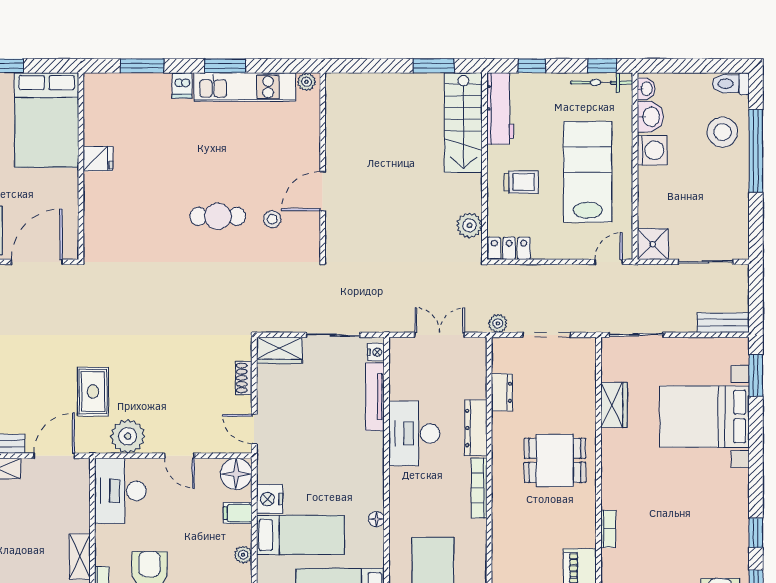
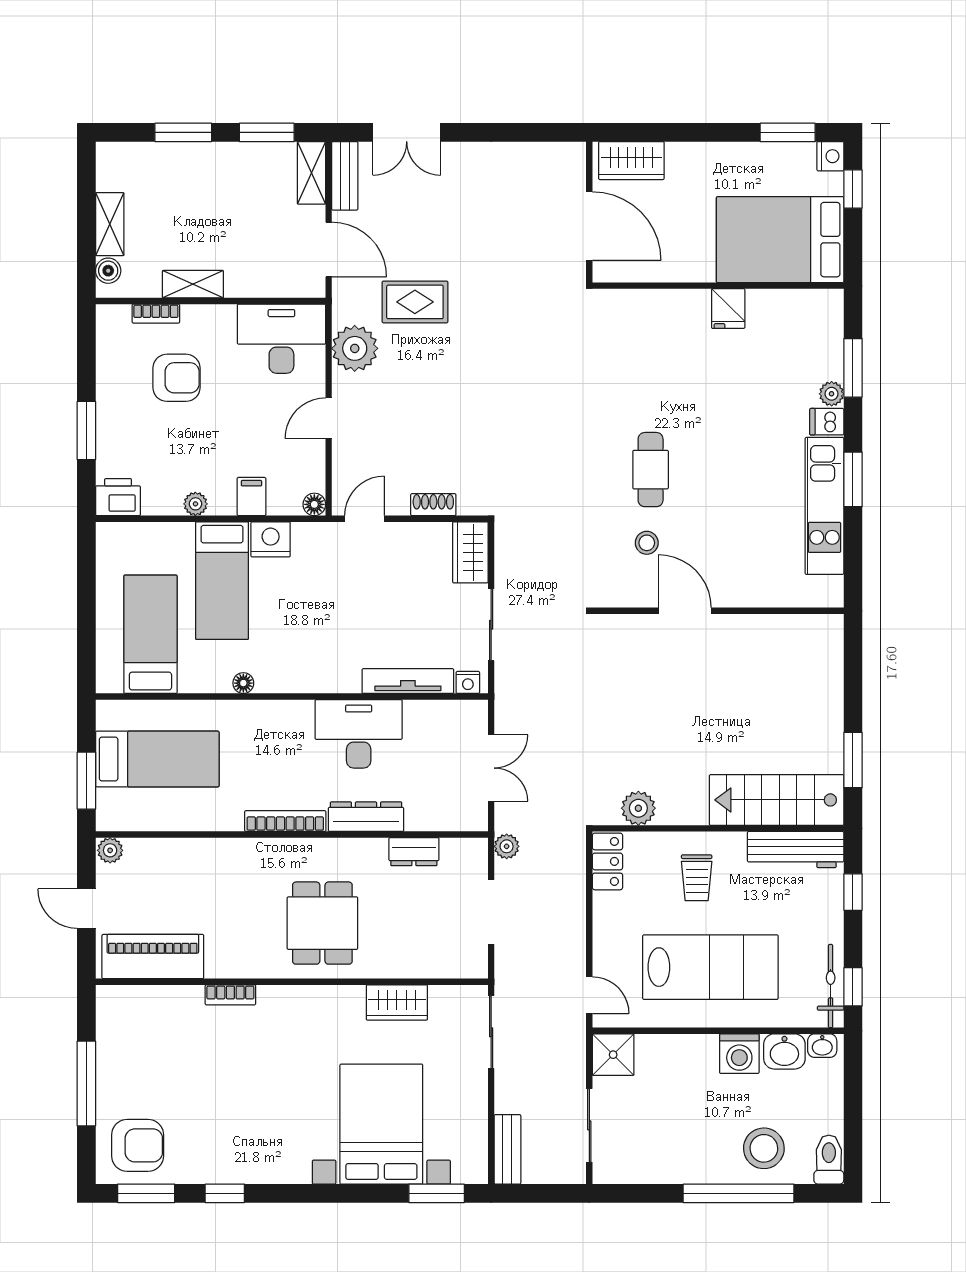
plant: (307, 82) -> (832, 394), moved
floor lamp: (236, 474) -> (314, 504), width x0.53, depth x0.53

